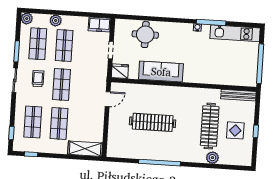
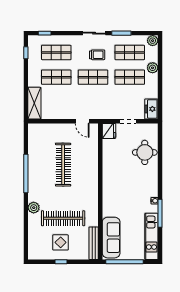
sofa: (161, 72) -> (111, 238), moved
plant: (212, 158) -> (34, 208), moved

